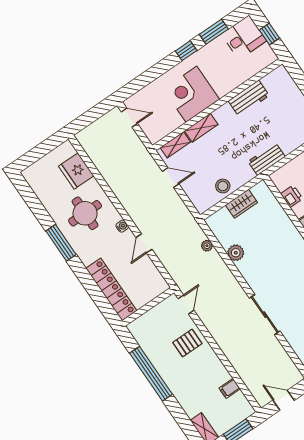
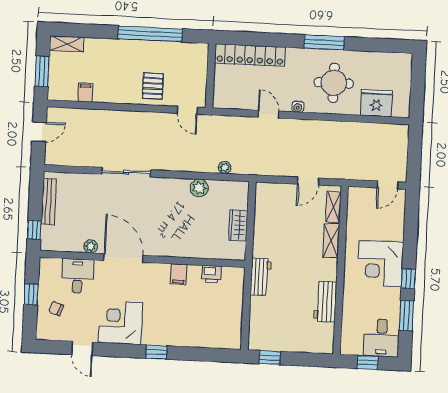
corner desk: (191, 94) -> (380, 263), moved, turned 180
stool: (223, 186) -> (266, 221), removed

